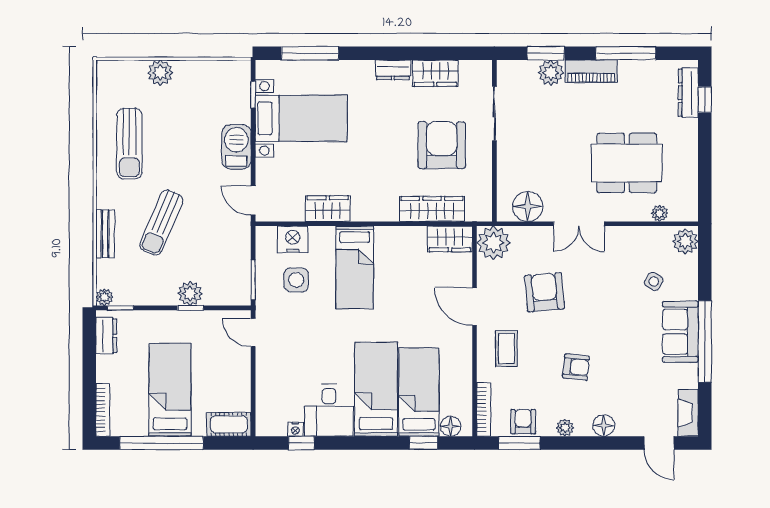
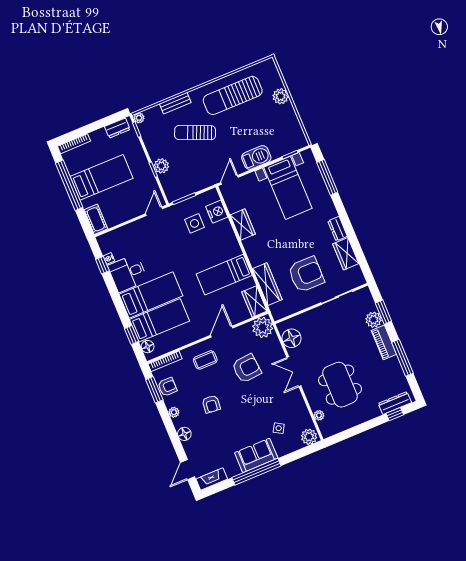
sun lounger: (129, 144) -> (233, 96), width x1.36, depth x1.34
bed: (355, 267) -> (224, 275), moved

